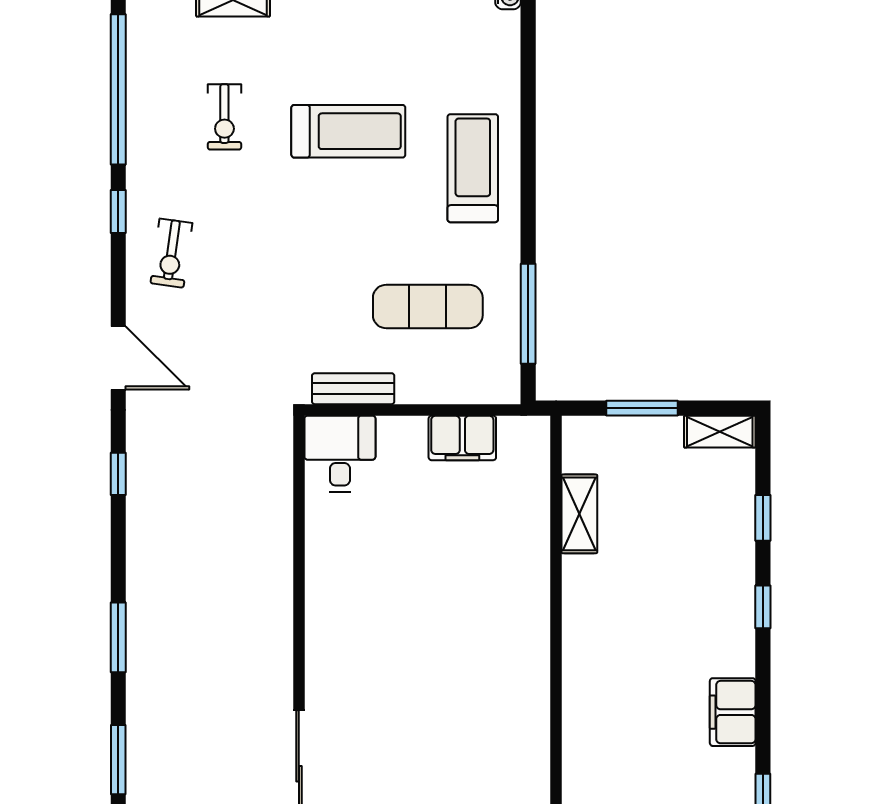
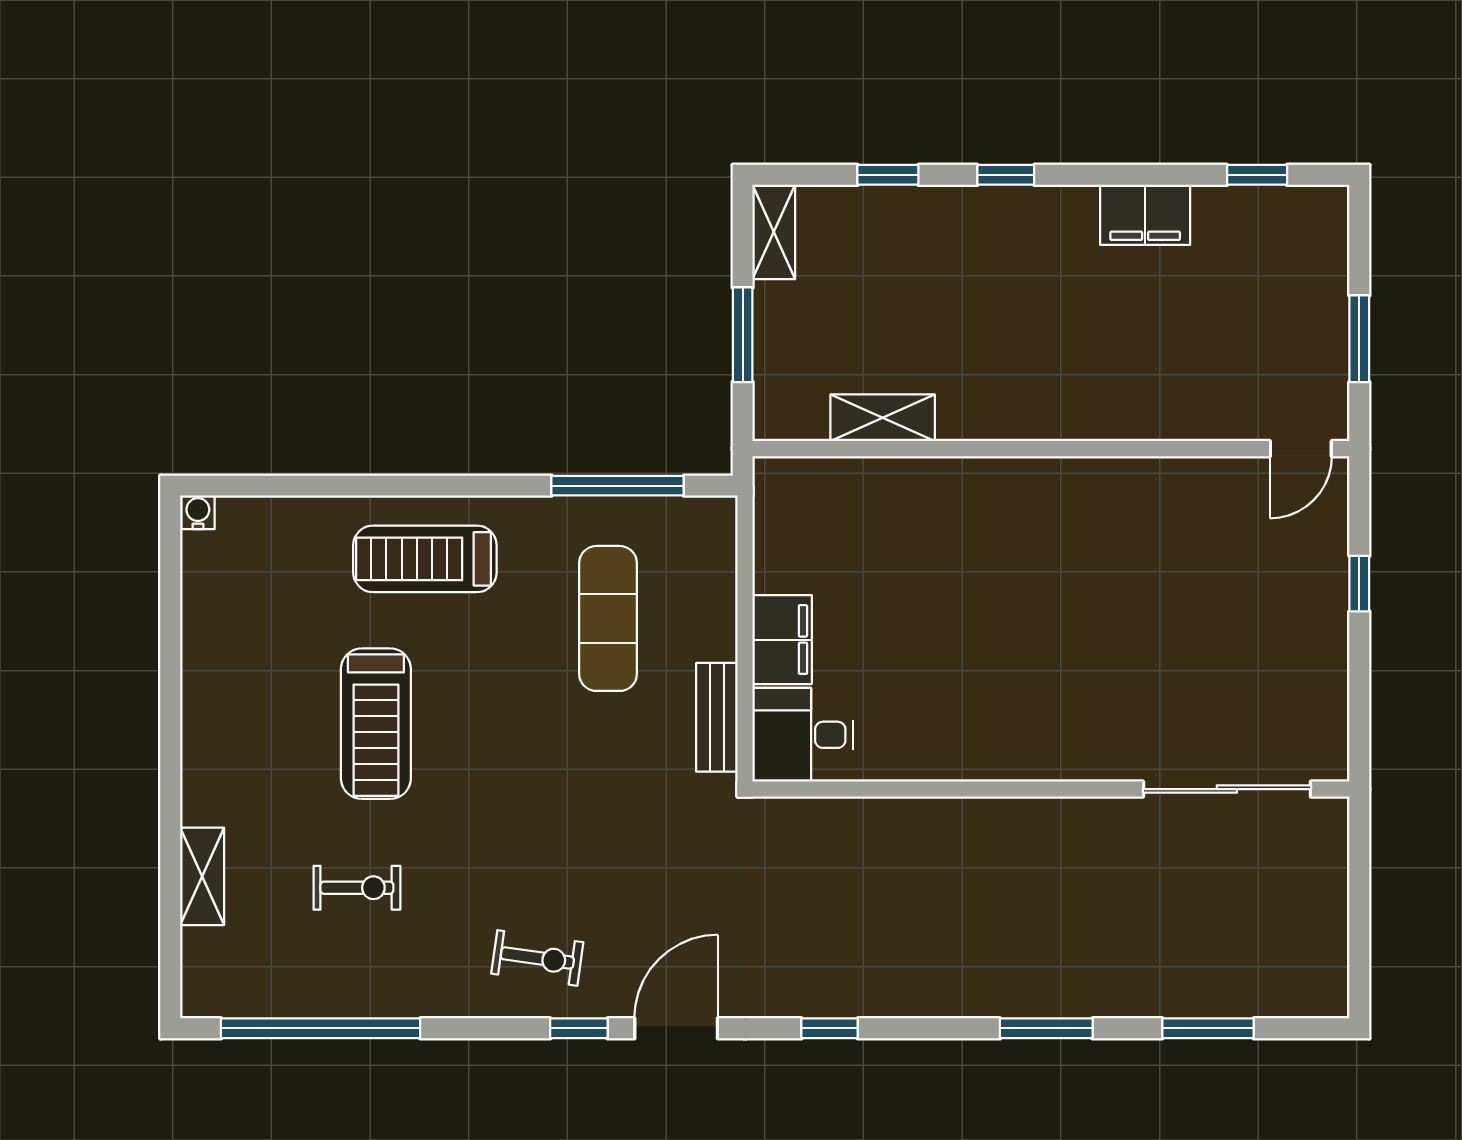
treadmill: (348, 131) -> (376, 724), turned 180
window: (118, 212) -> (579, 1028), moved
filing cabinet: (462, 438) -> (782, 640), moved

